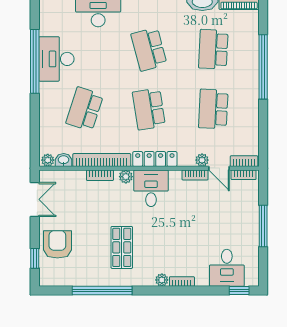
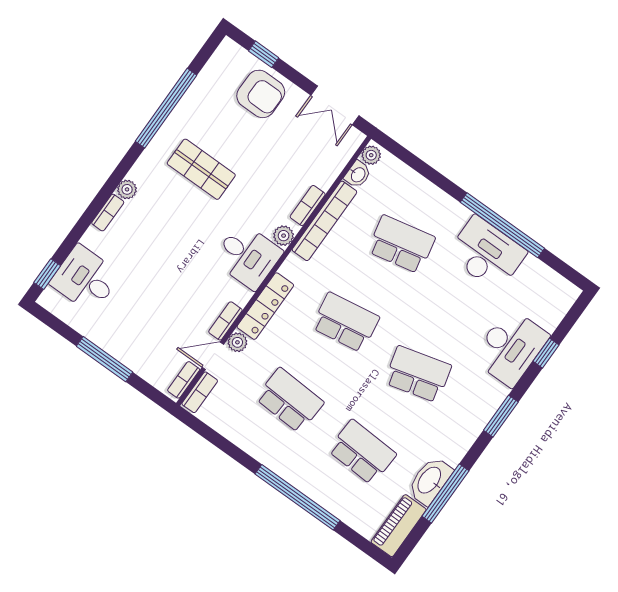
school desk: (85, 109) -> (401, 244), turned -30
locker: (155, 159) -> (265, 306), moved

